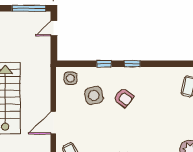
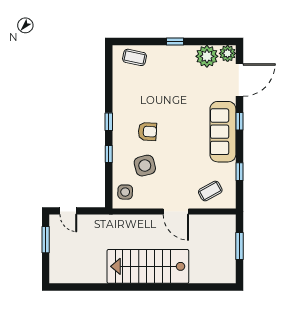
window: (29, 8) -> (46, 240), width x0.69
armchair: (124, 98) -> (147, 132), turned 57

